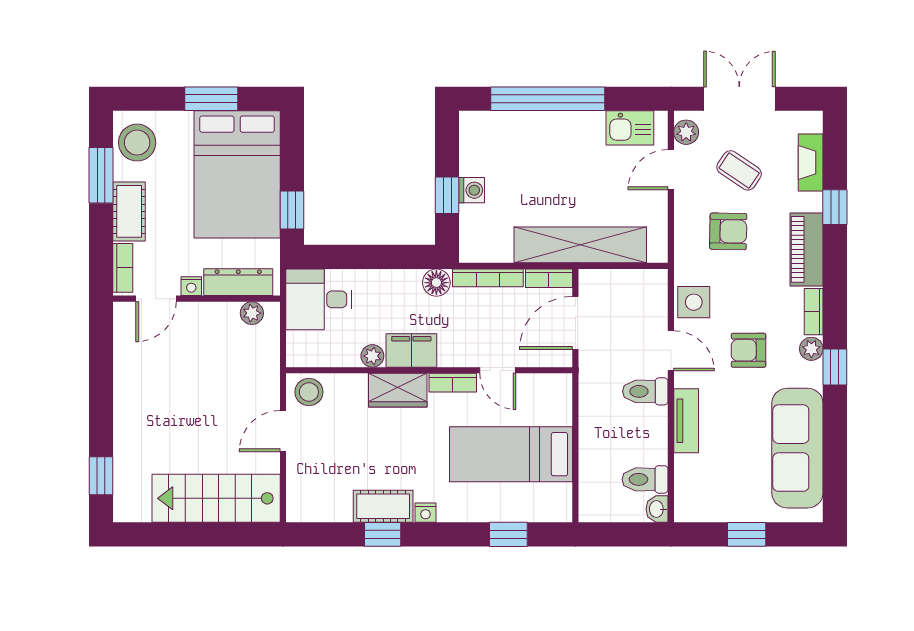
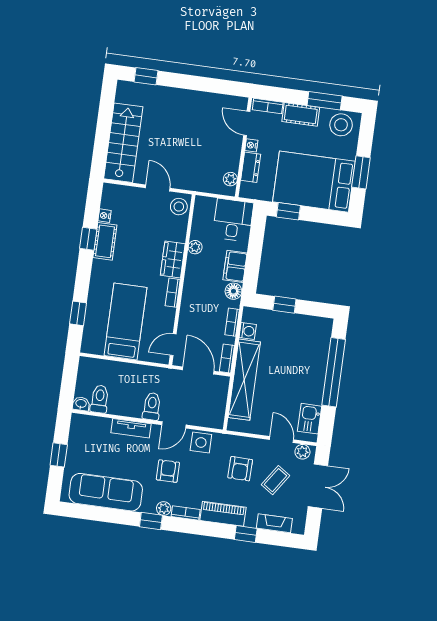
washing machine: (472, 190) -> (248, 331), moved, turned -90
bookcase: (488, 278) -> (232, 322), width x0.64
dresser: (238, 282) -> (251, 167), width x0.70
filing cabinet: (411, 350) -> (235, 266), moved, turned 180
door: (498, 370) -> (173, 345), moved
nightstand: (426, 513) -> (105, 216), moved

